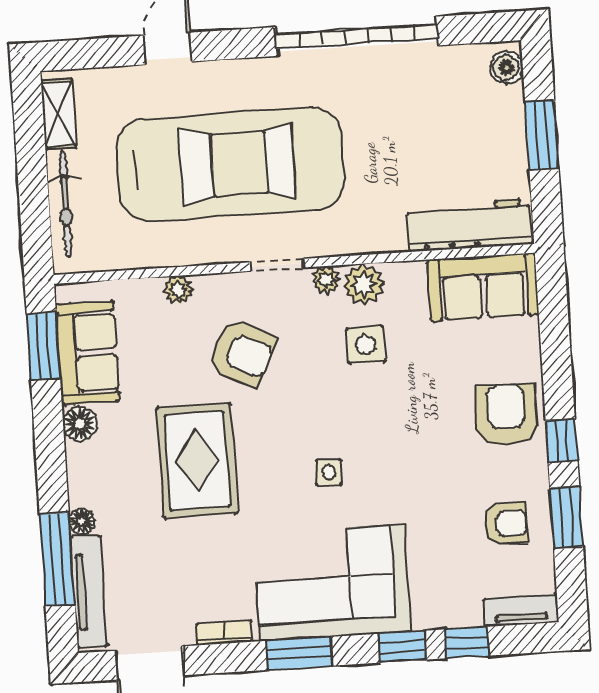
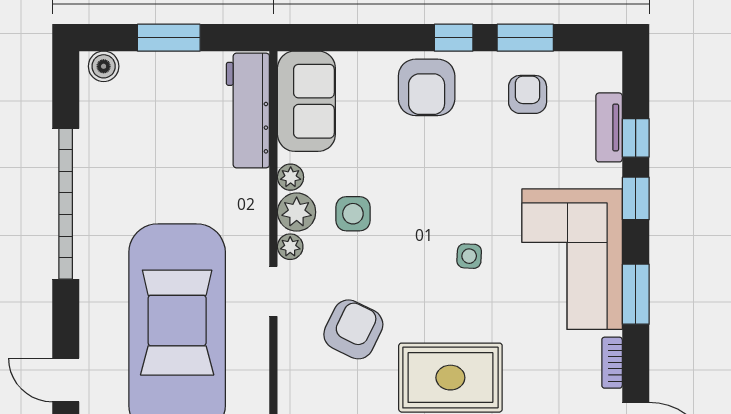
plant: (178, 290) -> (291, 177), moved
armchair: (506, 415) -> (427, 87), turned -90
tv unit: (521, 610) -> (609, 127), moved

